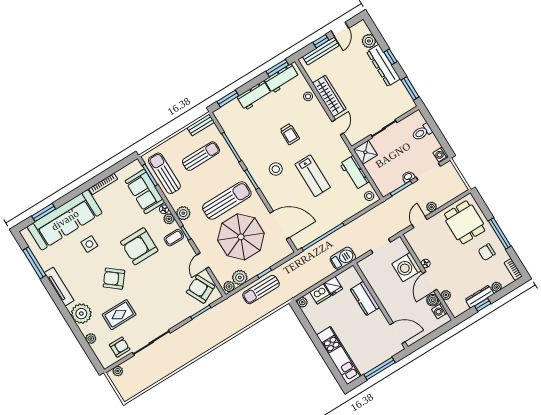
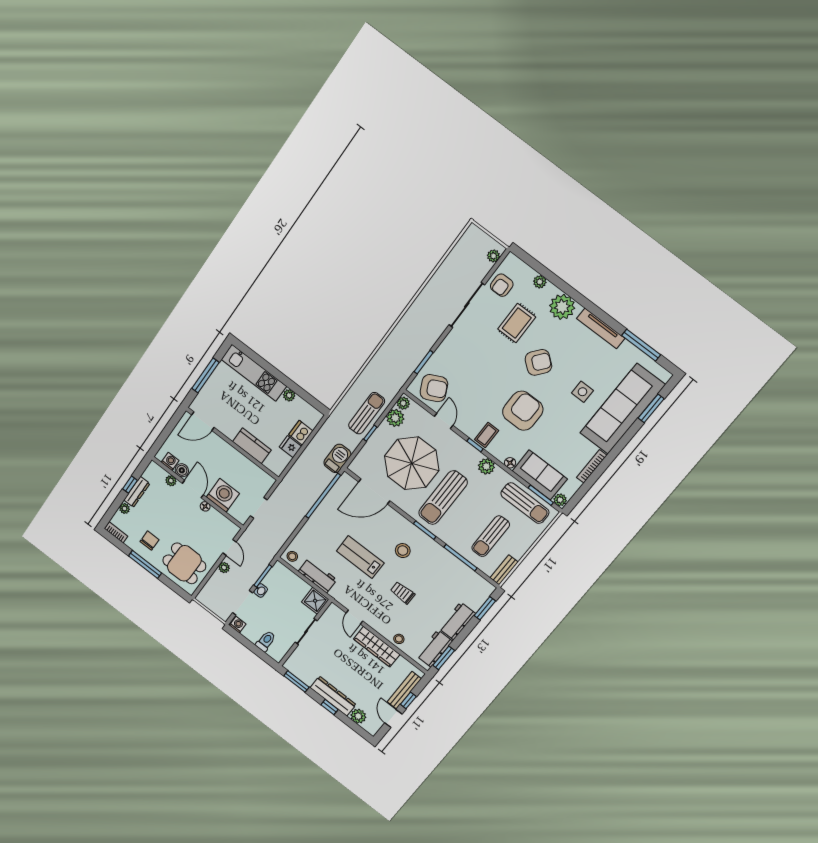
plant: (169, 219) -> (560, 500), moved
barbecue: (343, 258) -> (337, 458), moved, turned 180
plant: (302, 302) -> (289, 395), moved

